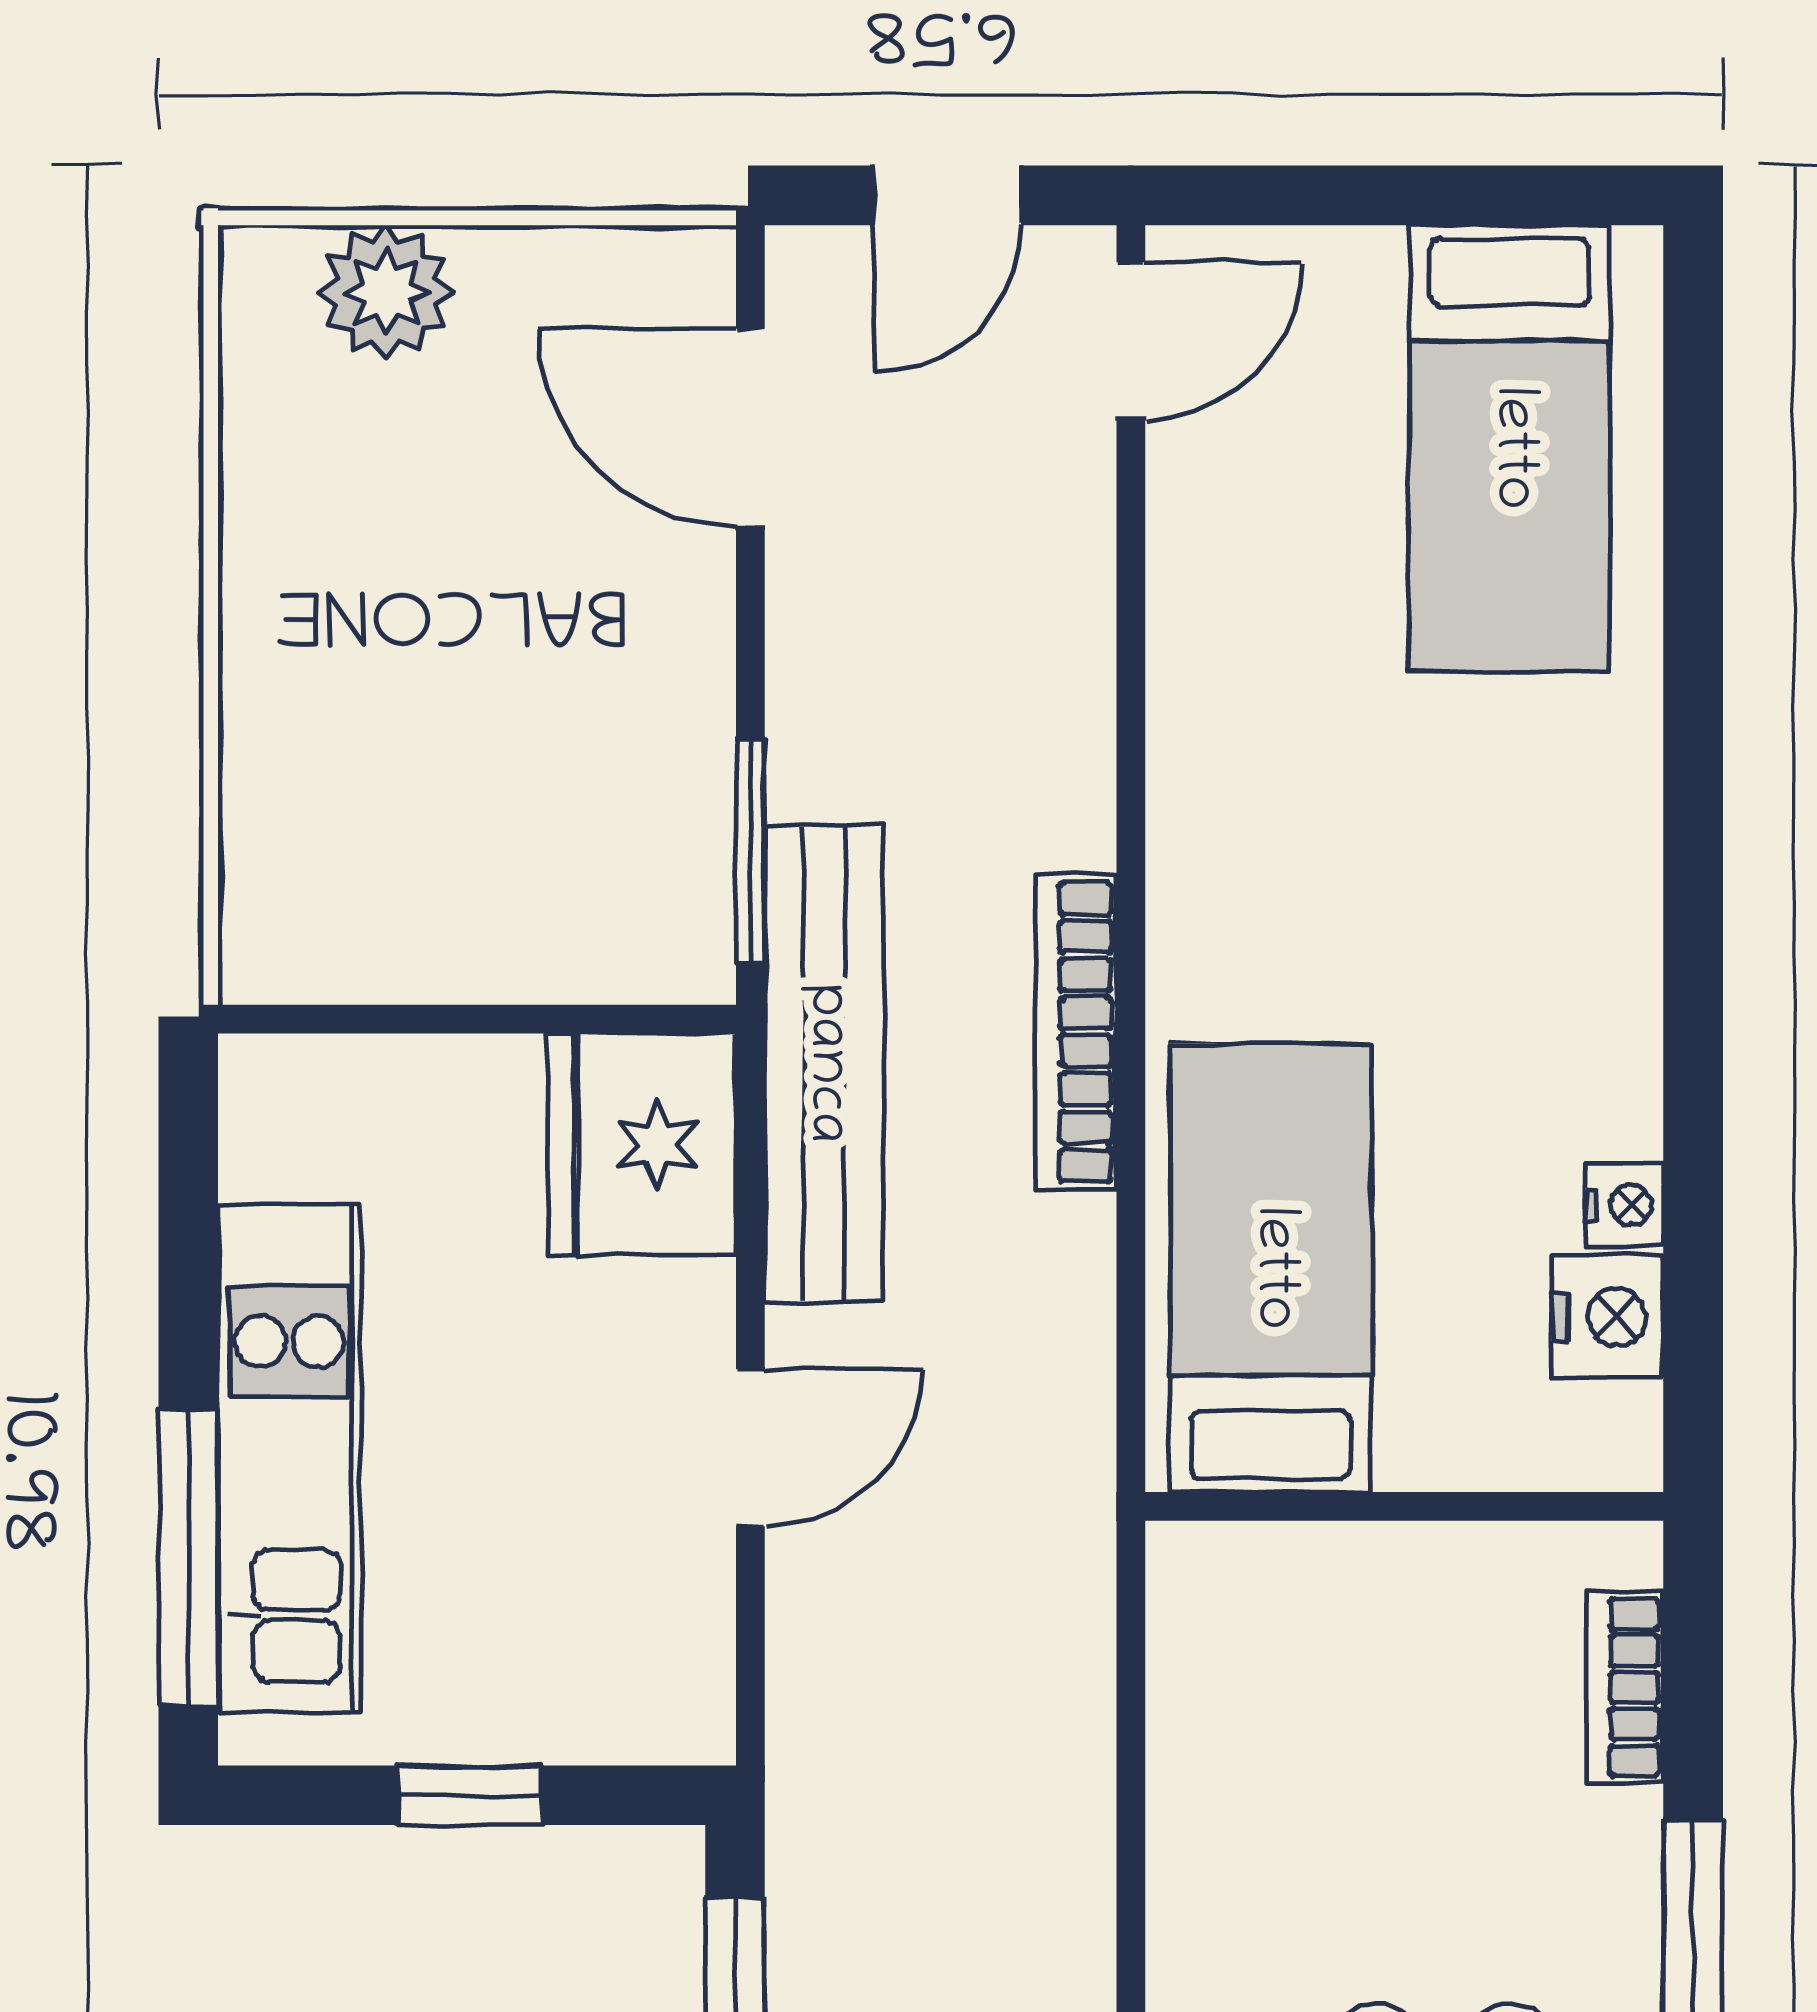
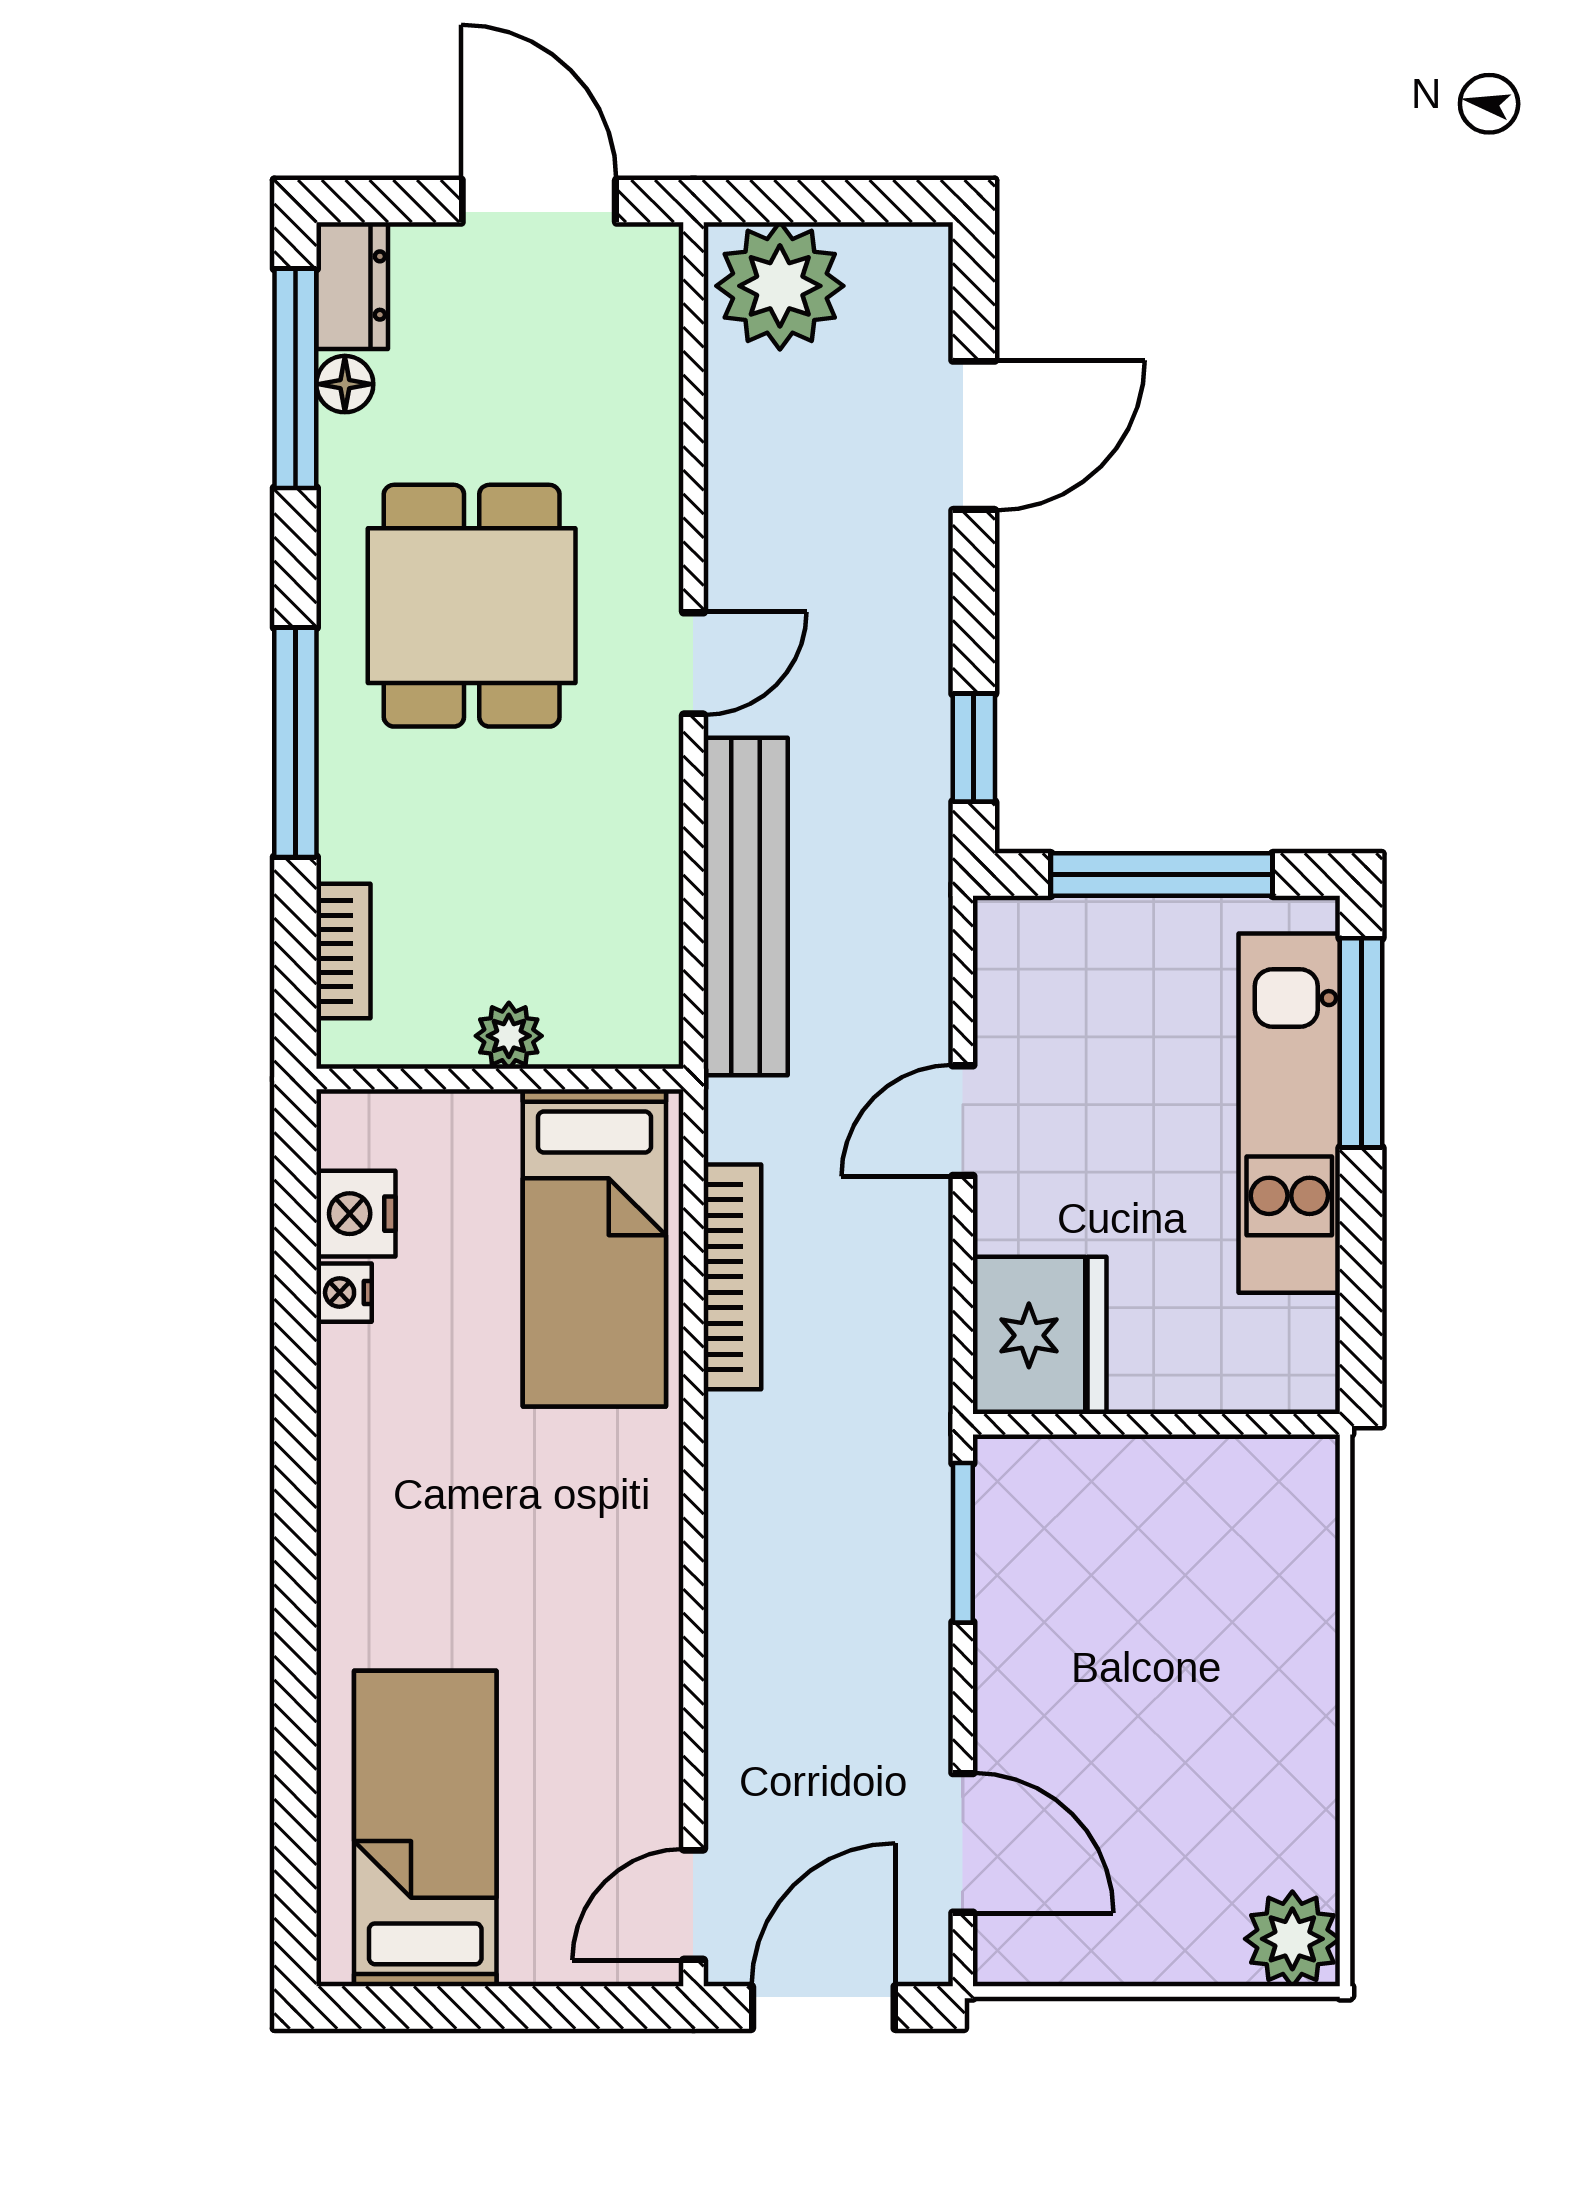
door: (947, 195) -> (823, 2008), width x1.37
plant: (386, 292) -> (1292, 1939), moved
bookcase: (1076, 1032) -> (732, 1277), moved
bench: (824, 1063) -> (746, 906), moved
plant: (1392, 1567) -> (509, 1036), added
window: (470, 1795) -> (1162, 874), width x2.17

